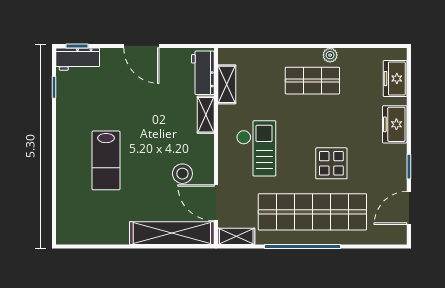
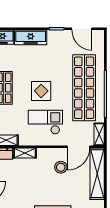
freezer: (395, 124) -> (31, 37), width x1.40
display table: (331, 163) -> (41, 91), moved

